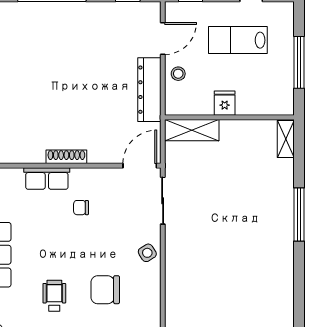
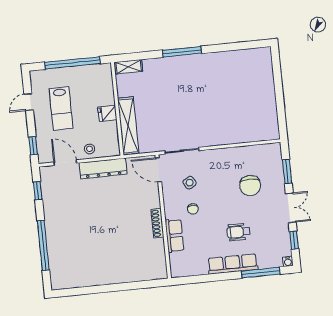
window: (299, 62) -> (73, 63), width x1.46
shelving: (192, 130) -> (128, 126), width x1.47
side table: (147, 253) -> (190, 183), moved
wheelchair: (54, 296) -> (238, 232), moved

